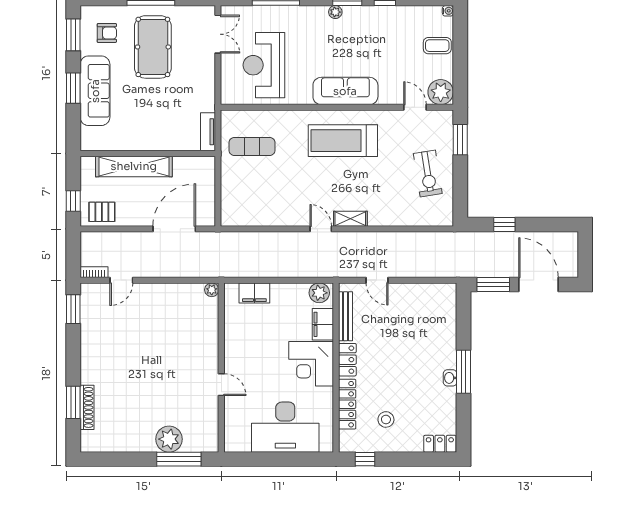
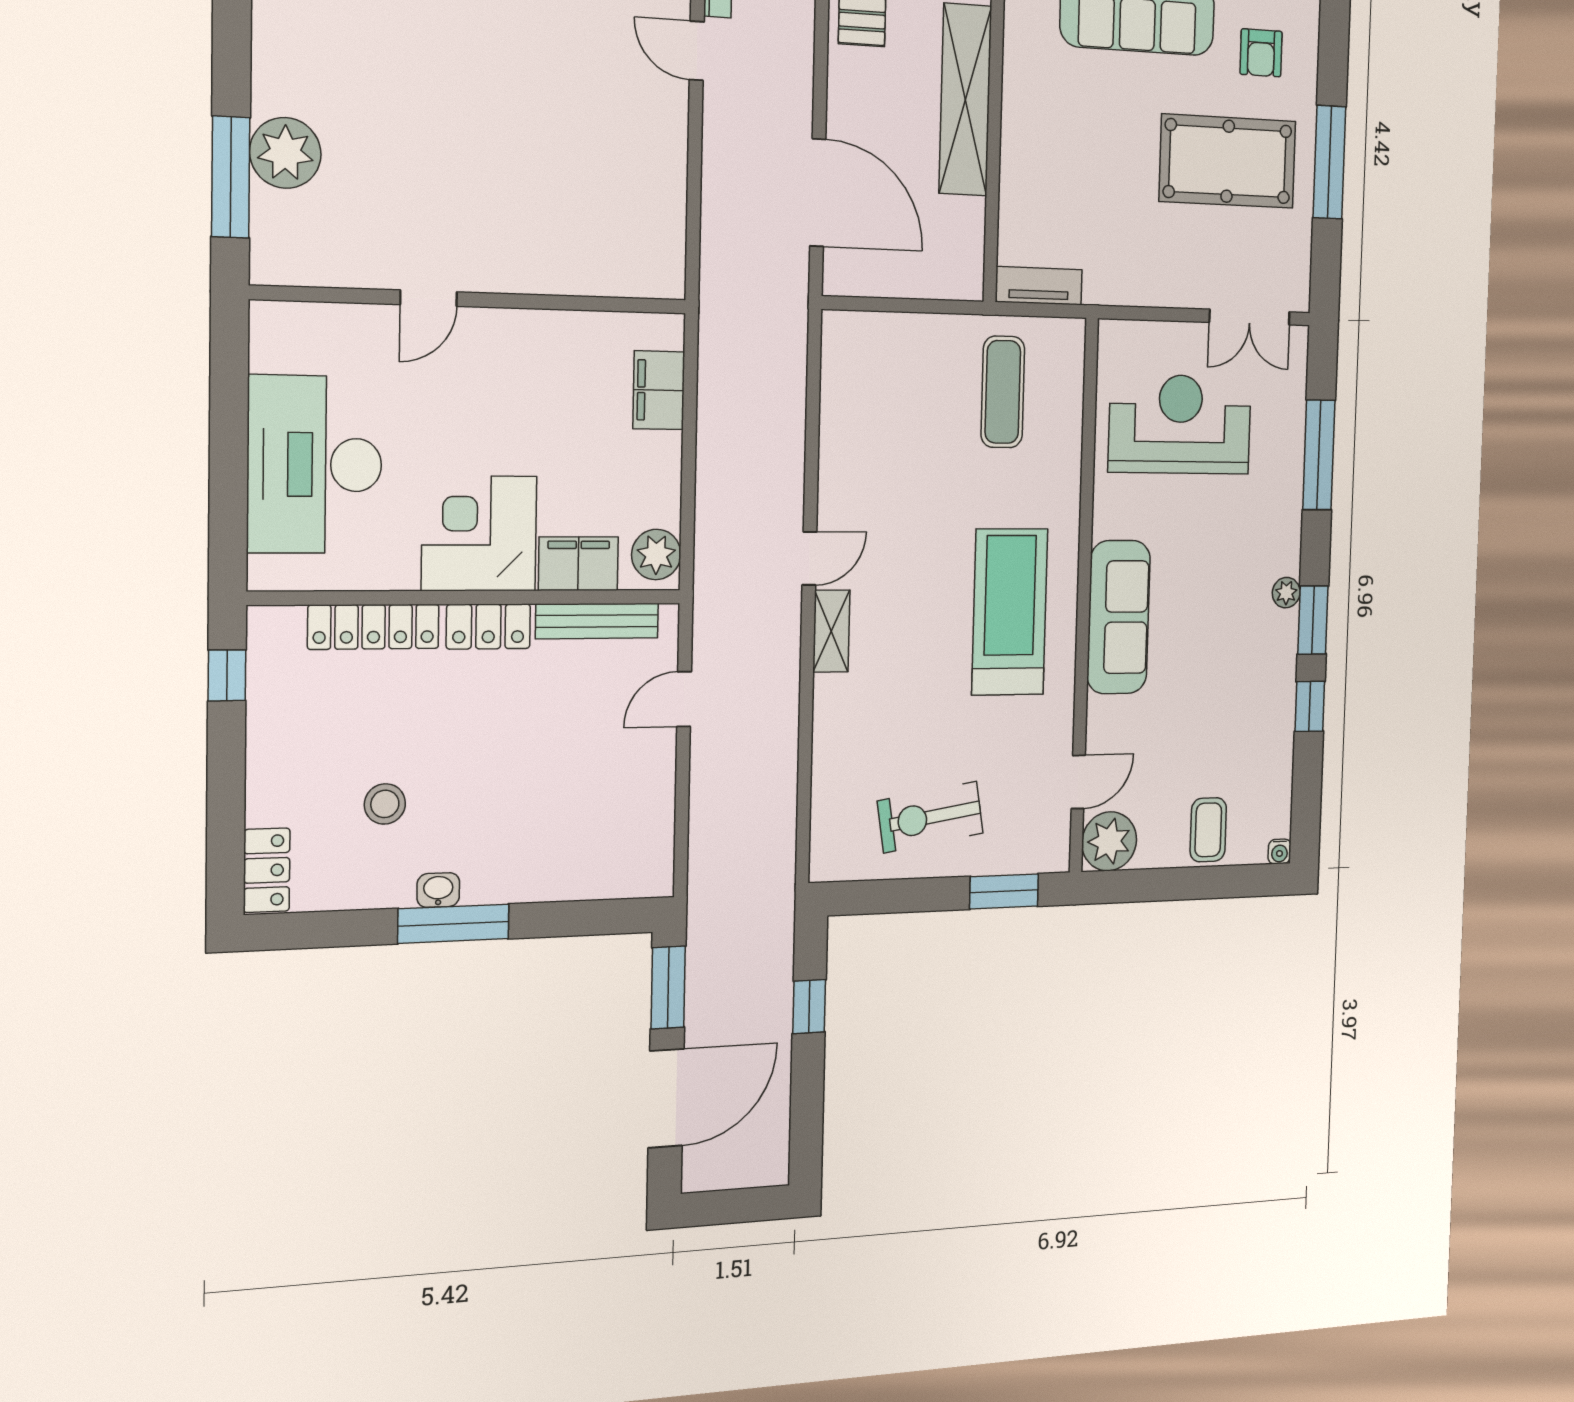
plant: (212, 290) -> (669, 282), removed
stool: (386, 419) -> (385, 804), moved

